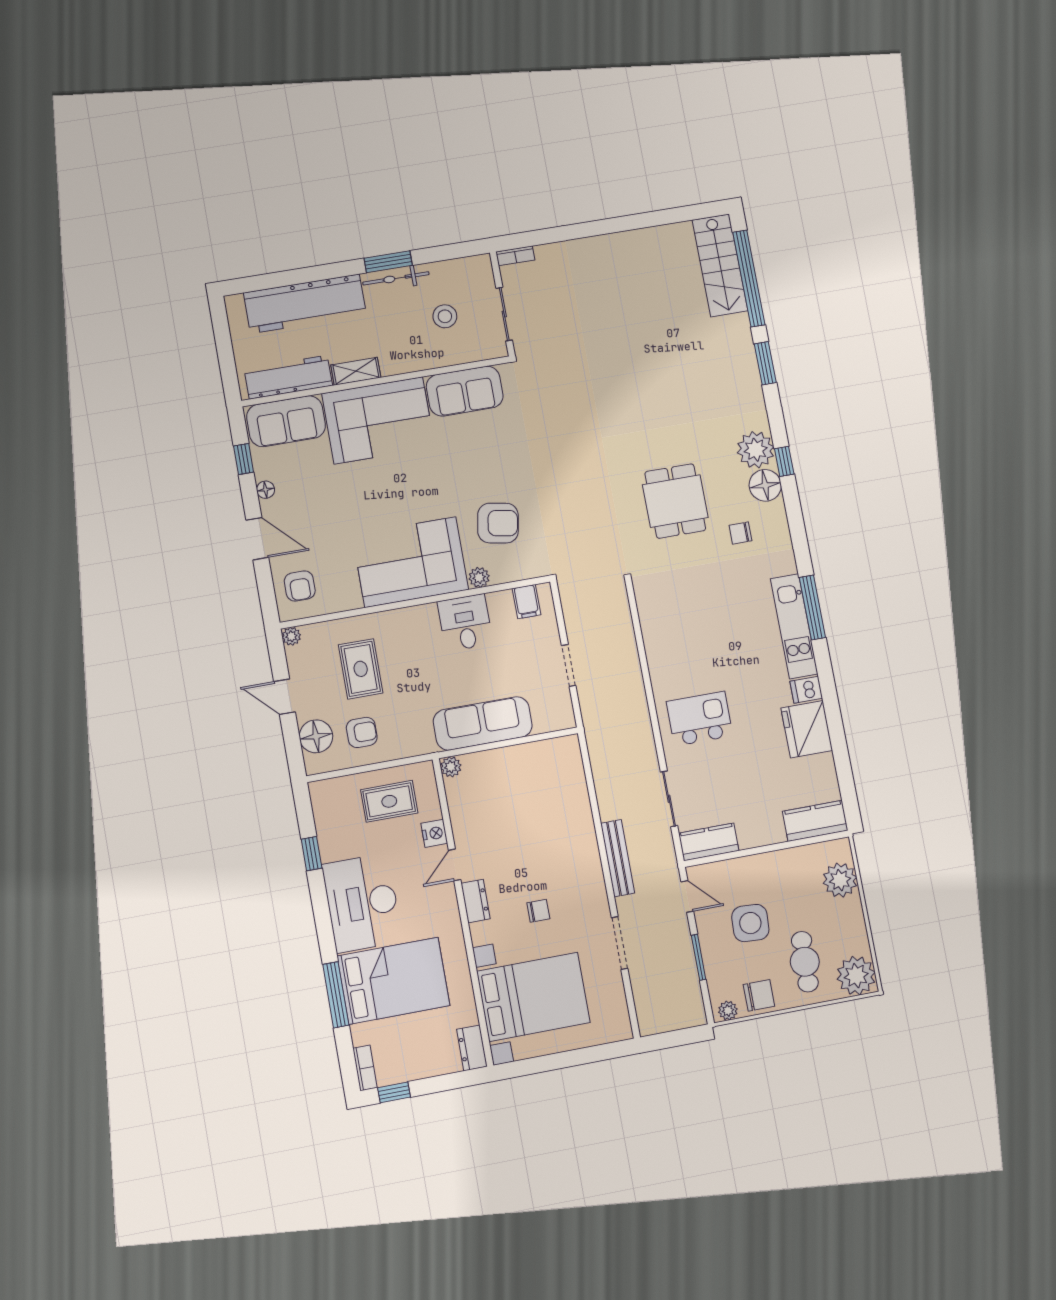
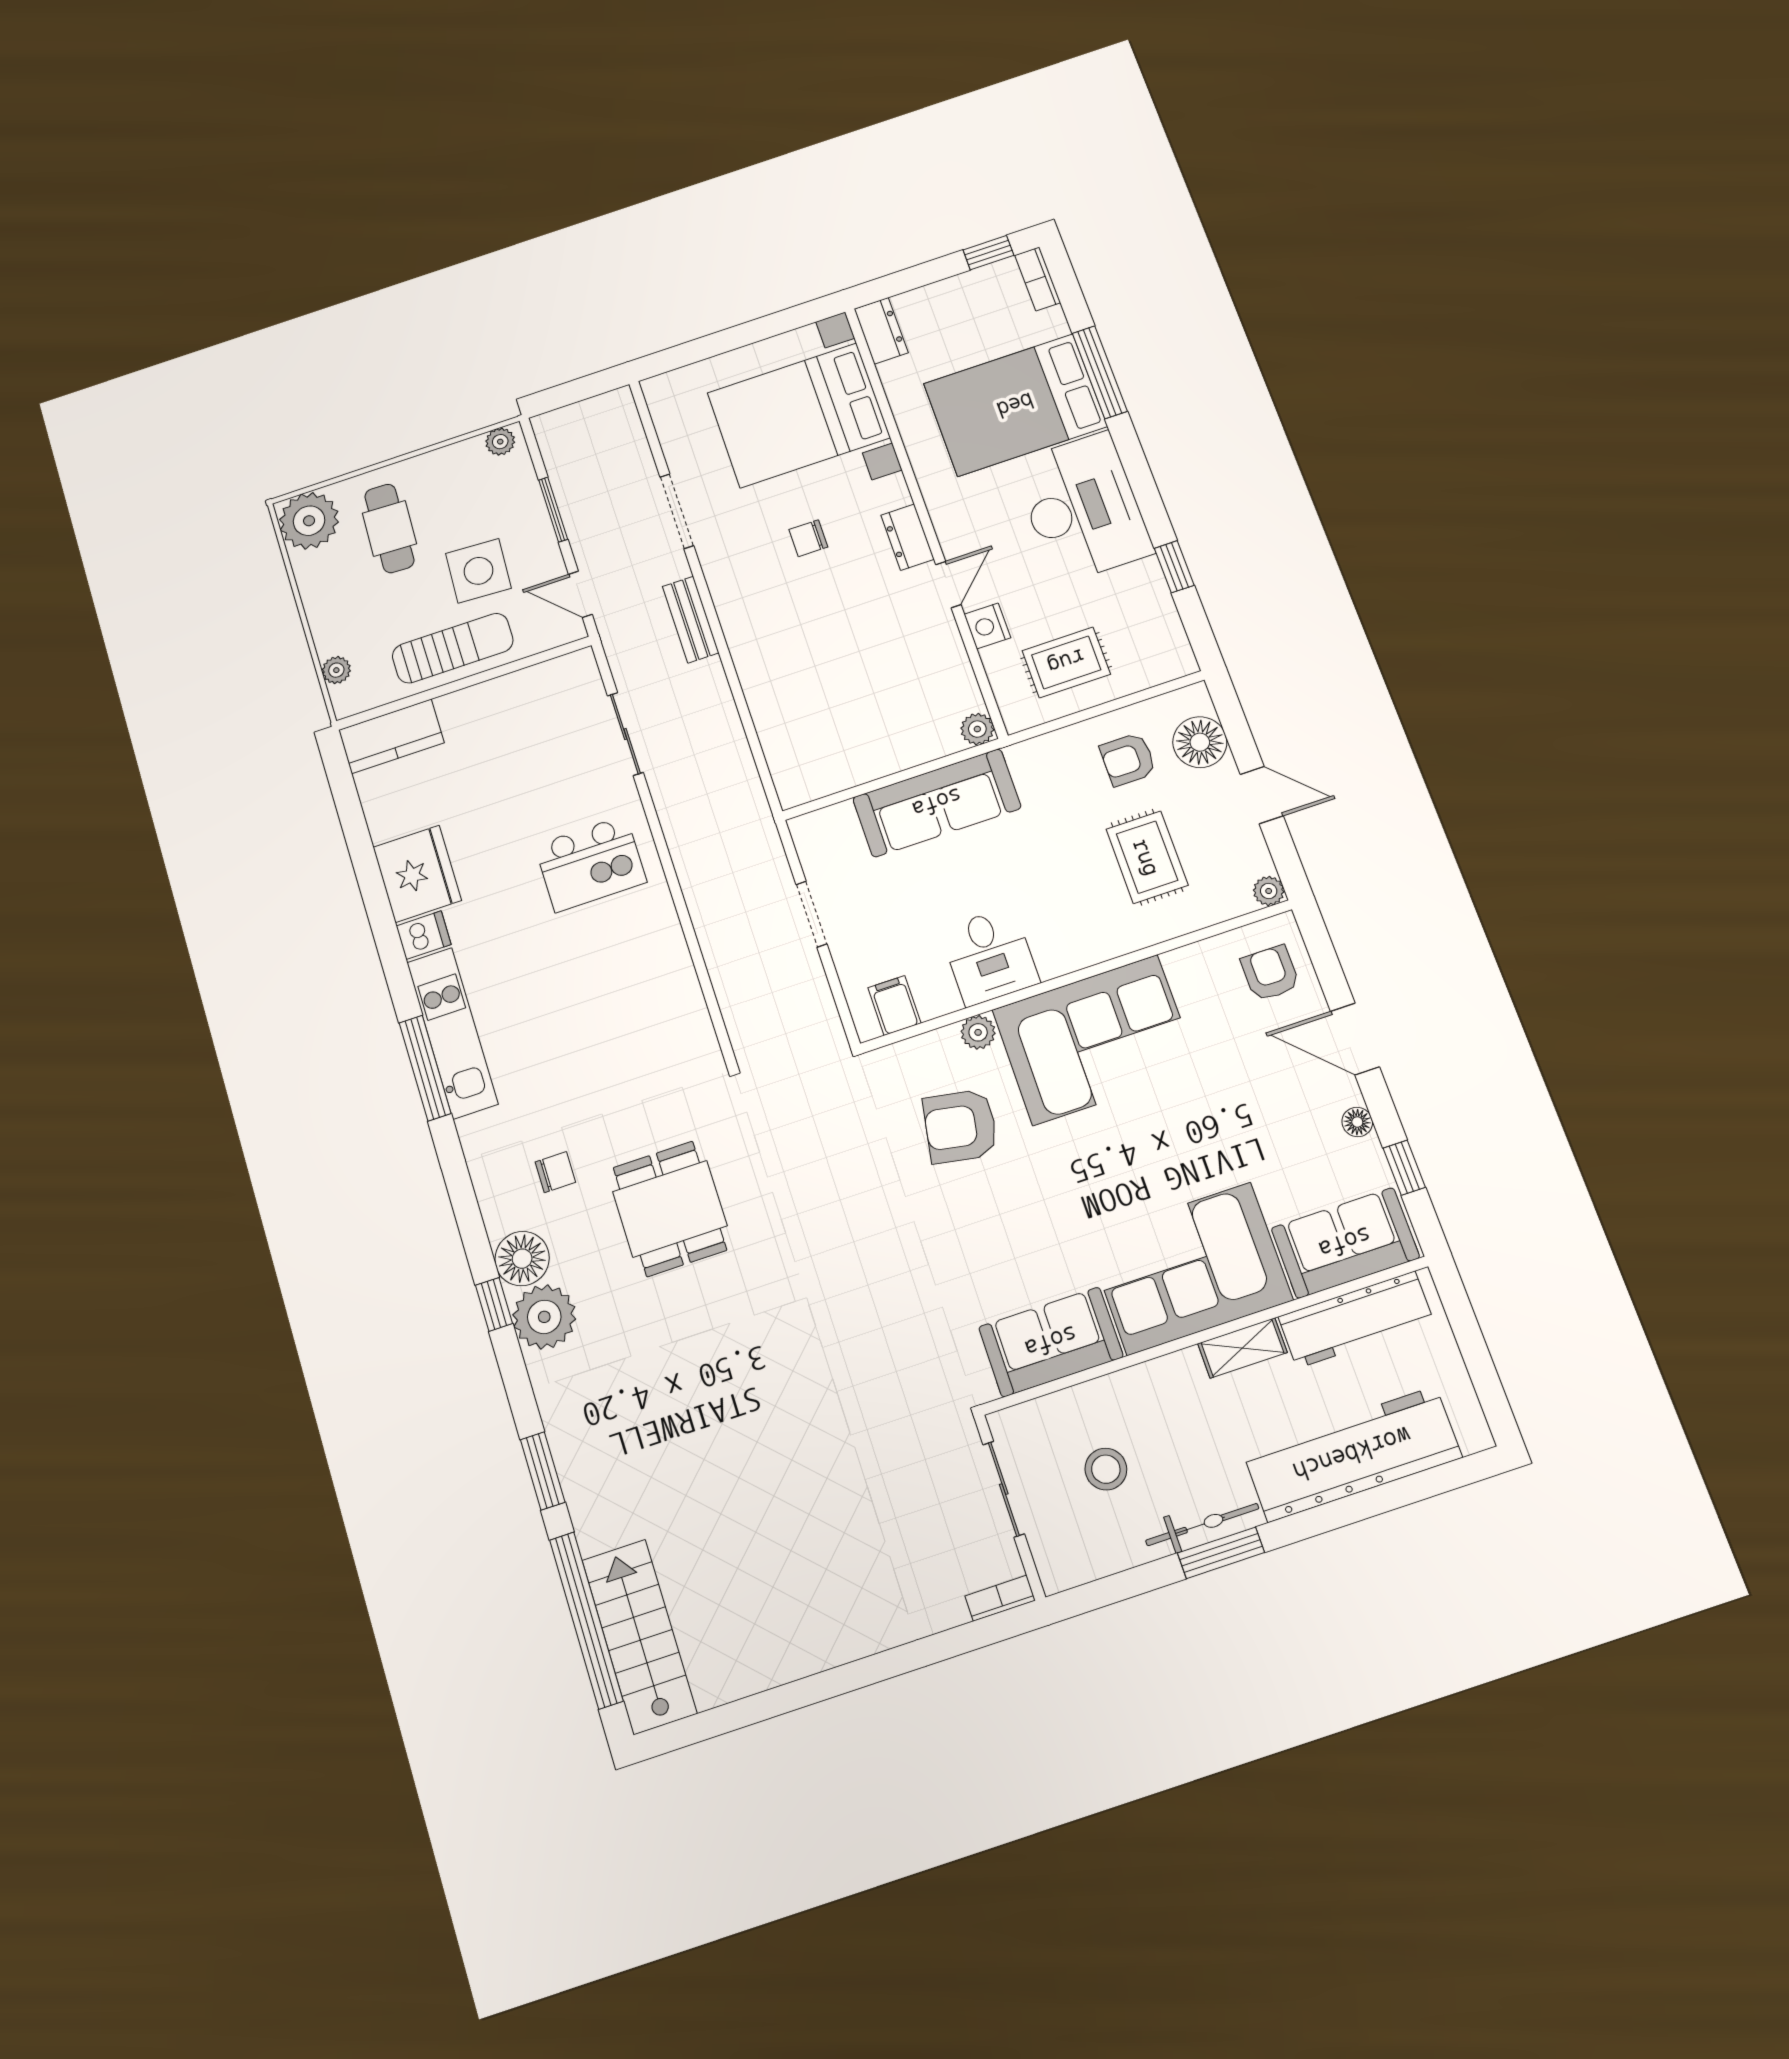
kitchen counter: (709, 842) -> (556, 679), removed
bench: (618, 858) -> (691, 620), width x0.73
sun lounger: (772, 873) -> (453, 648), added
plant: (840, 880) -> (336, 670), width x0.53, depth x0.53
chair: (759, 995) -> (455, 470), removed

